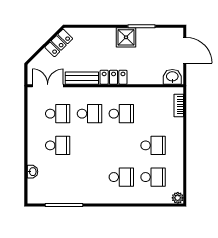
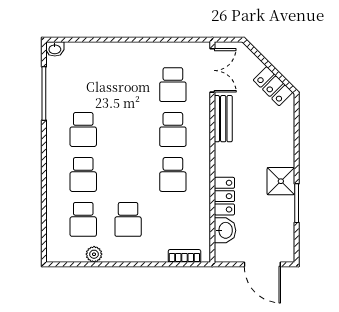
door: (185, 50) -> (262, 264), hinge flipped
locker: (114, 77) -> (224, 196), moved
washbasin: (172, 77) -> (225, 230), moved
school desk: (58, 145) -> (83, 130), moved
washbasin: (32, 172) -> (55, 49), moved
plant: (178, 198) -> (94, 254), moved

